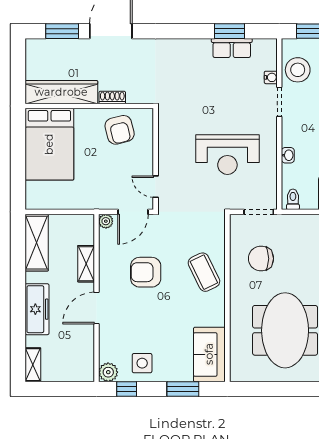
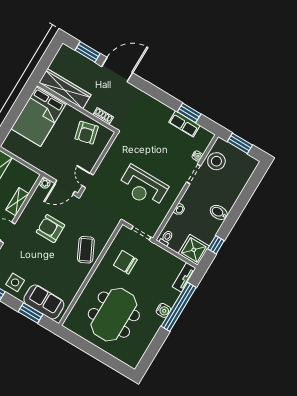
shoe rack: (112, 98) -> (103, 116), moved
sofa: (209, 354) -> (44, 302), moved, turned 90

